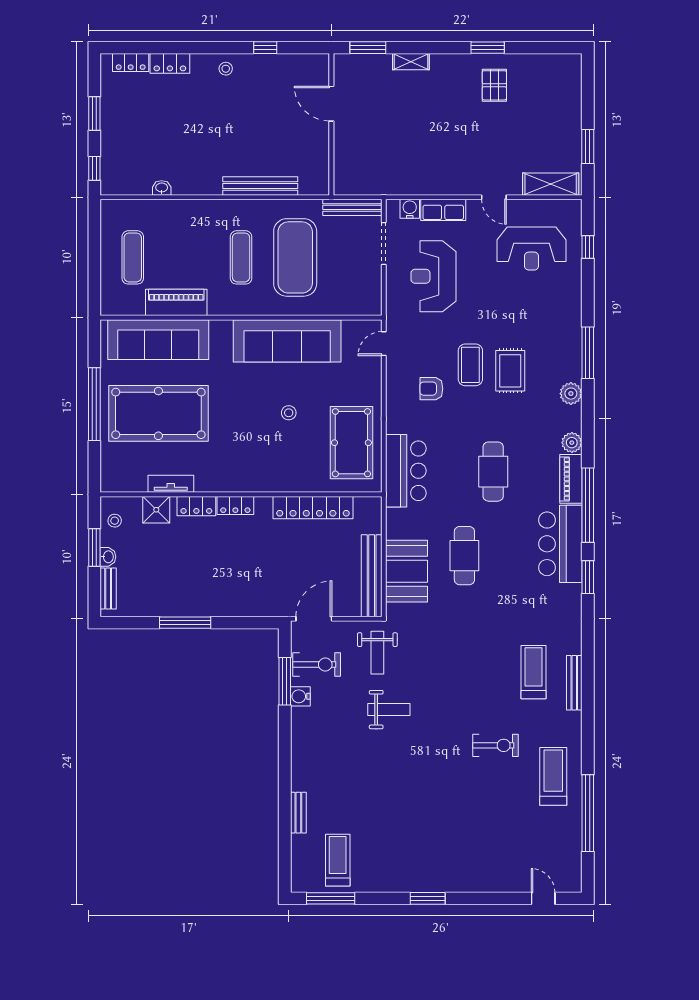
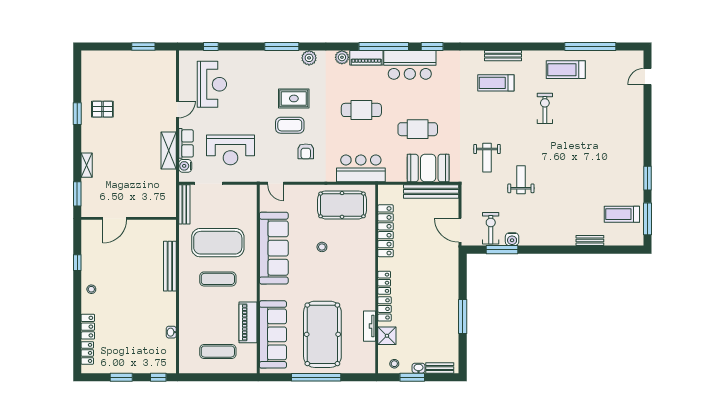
shelving: (551, 184) -> (169, 150), moved
weight bench: (377, 653) -> (487, 158), moved, turned 90
window: (428, 898) -> (647, 178), moved

